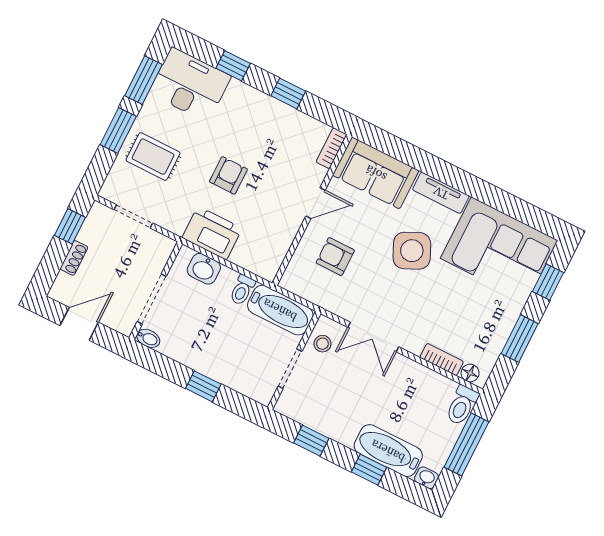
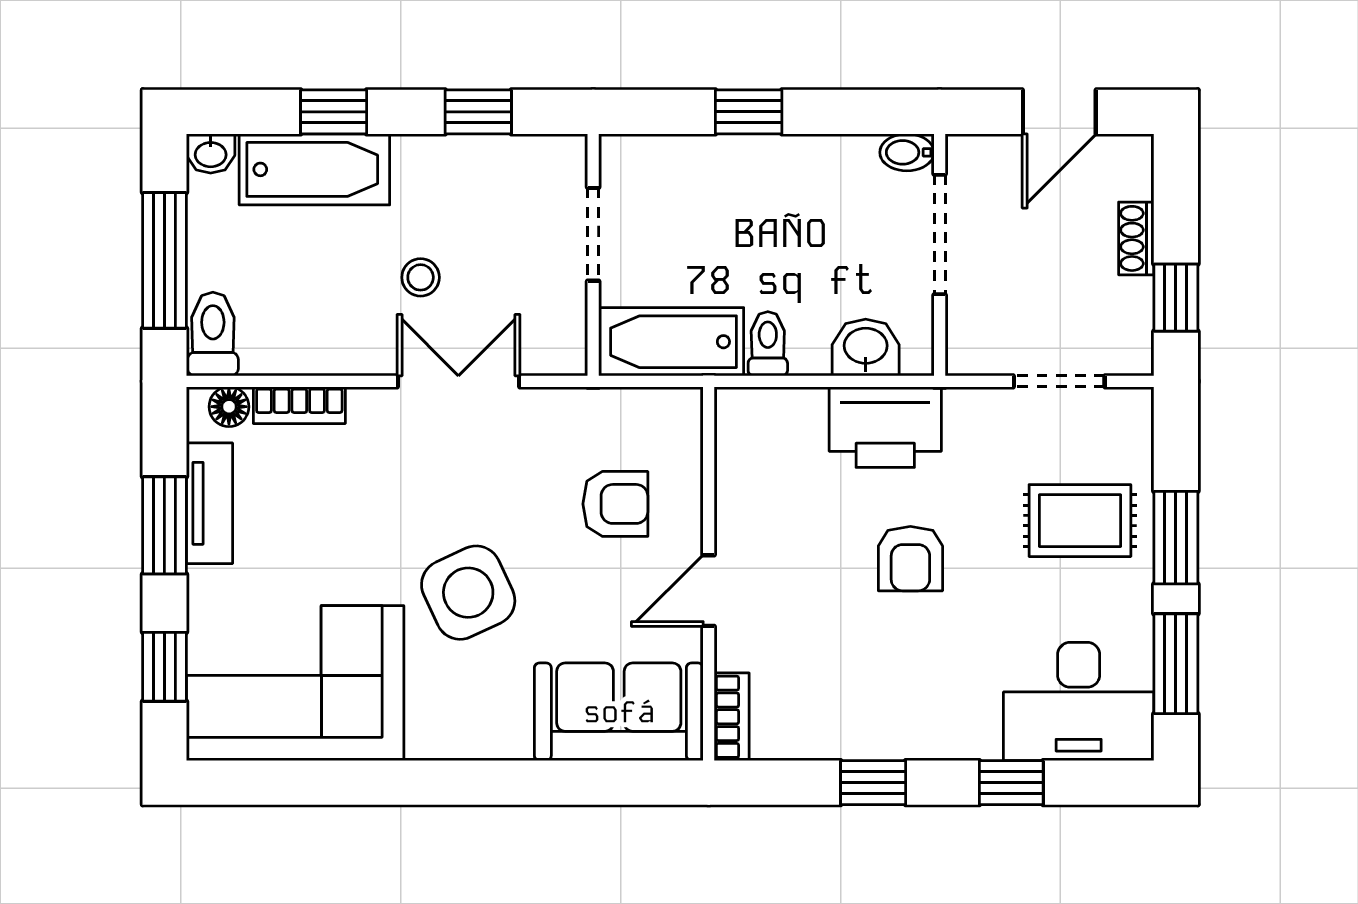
tv unit: (441, 193) -> (209, 503), moved, turned 90
stool: (323, 344) -> (421, 277), moved

